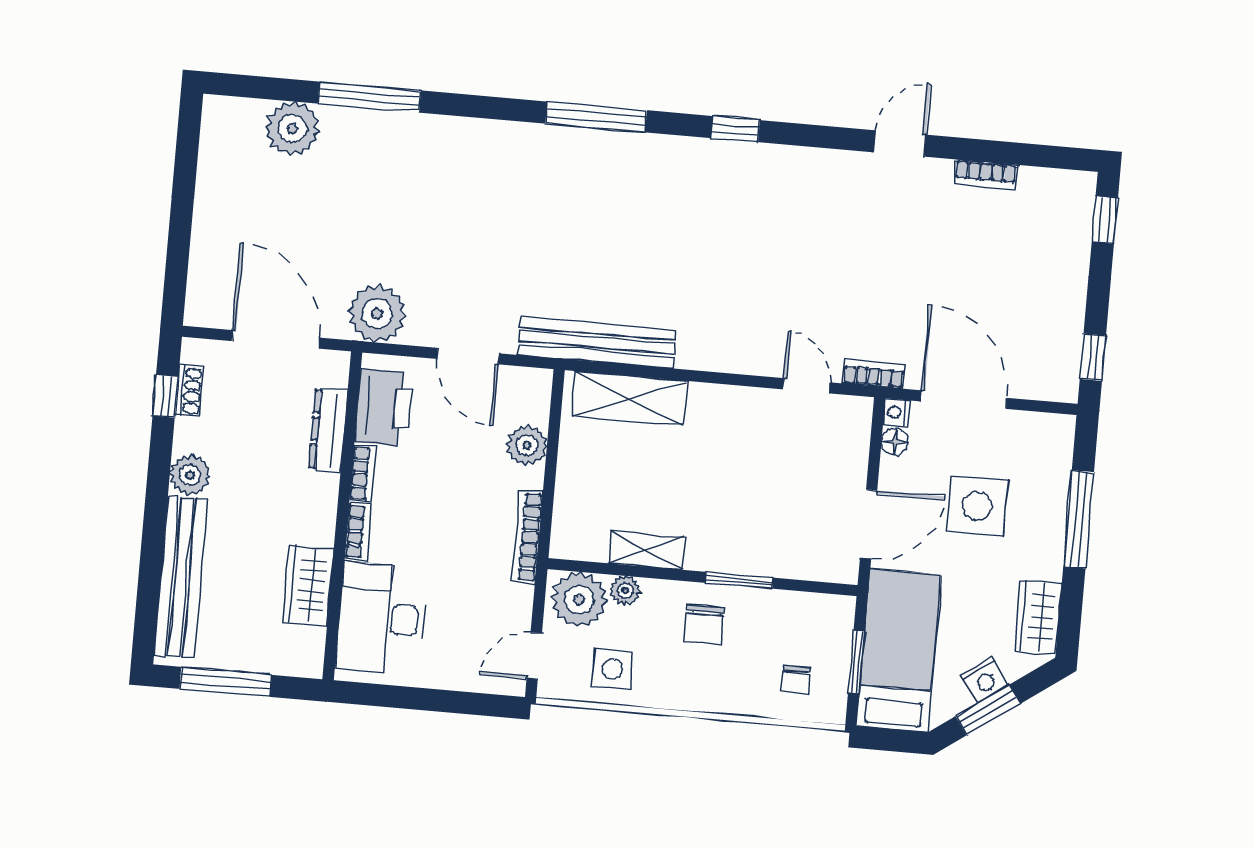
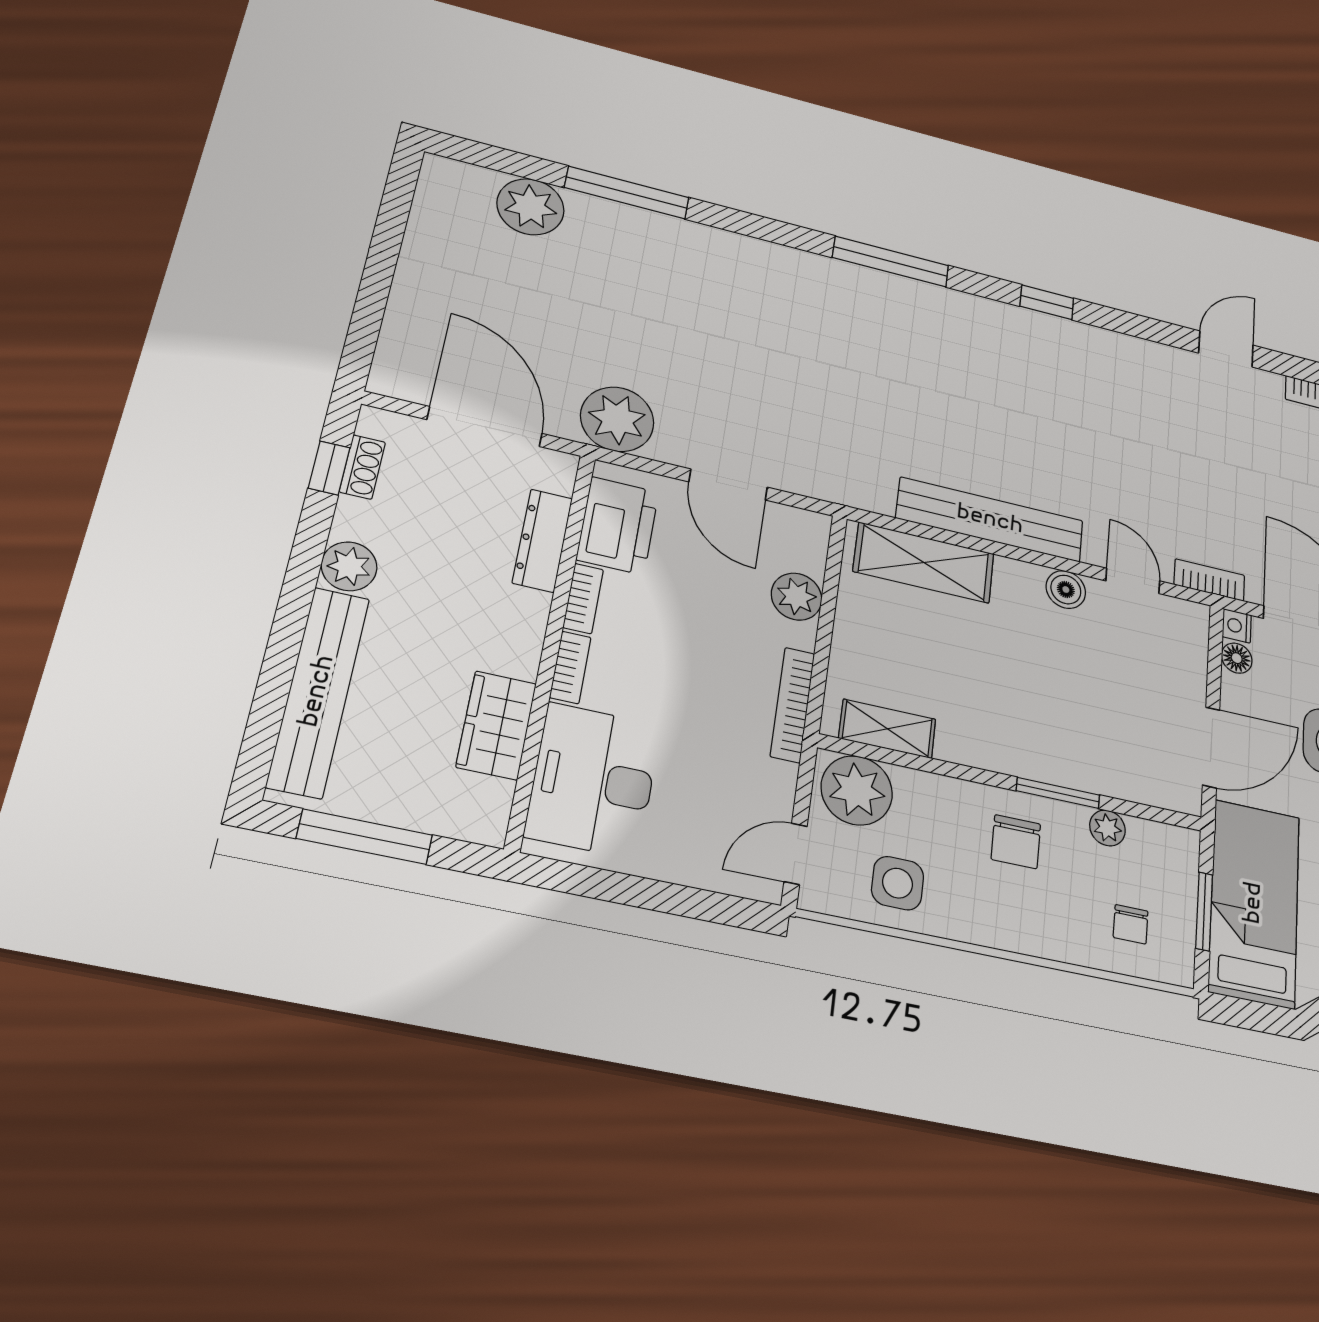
bench: (597, 342) -> (990, 520), moved
boiler: (748, 403) -> (1066, 590), added
shelving: (647, 550) -> (887, 729), moved
plant: (625, 590) -> (1107, 828), moved

